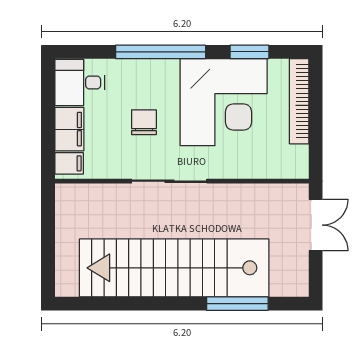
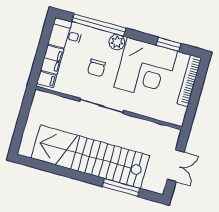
window: (161, 52) -> (99, 25), moved
plant: (165, 72) -> (117, 42), added
chair: (144, 122) -> (96, 68), turned 180
double door: (316, 225) -> (176, 166), moved

